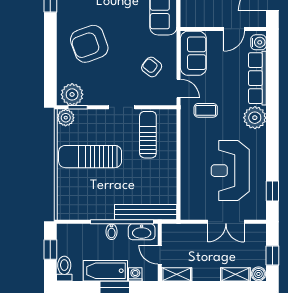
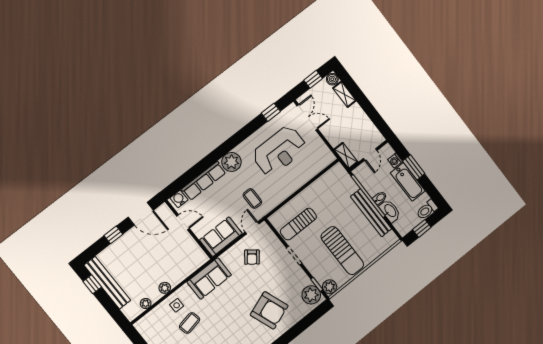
bench: (146, 212) -> (371, 213), moved
double door: (226, 222) -> (307, 117), moved
washbasin: (142, 232) -> (390, 211), moved
shelving: (177, 274) -> (346, 156), moved

